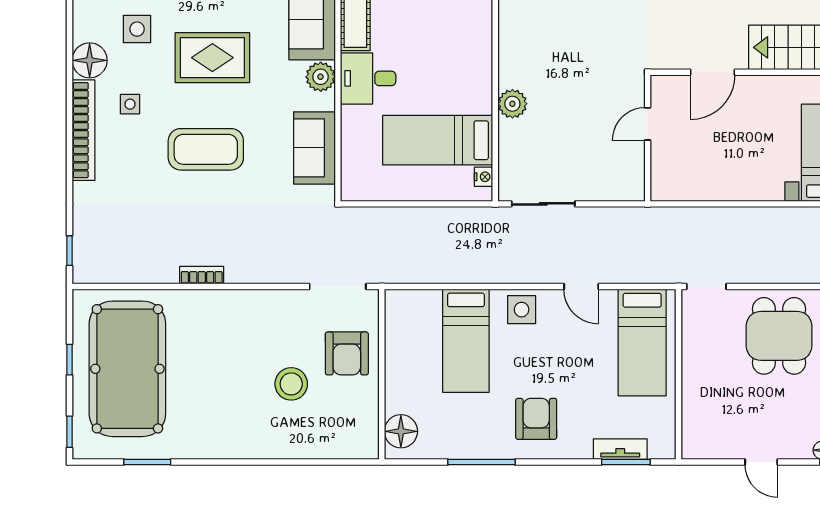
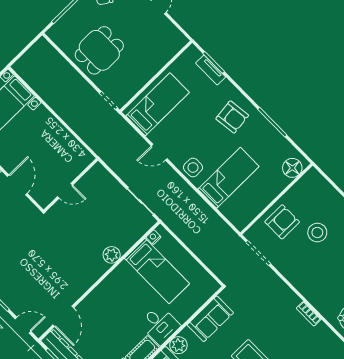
door: (713, 72) -> (17, 185), hinge flipped
door: (581, 286) -> (159, 152), swing flipped
armchair: (536, 419) -> (232, 117), turned -97

